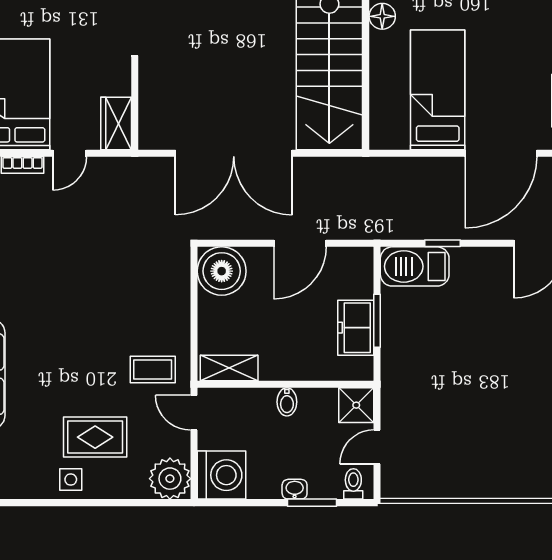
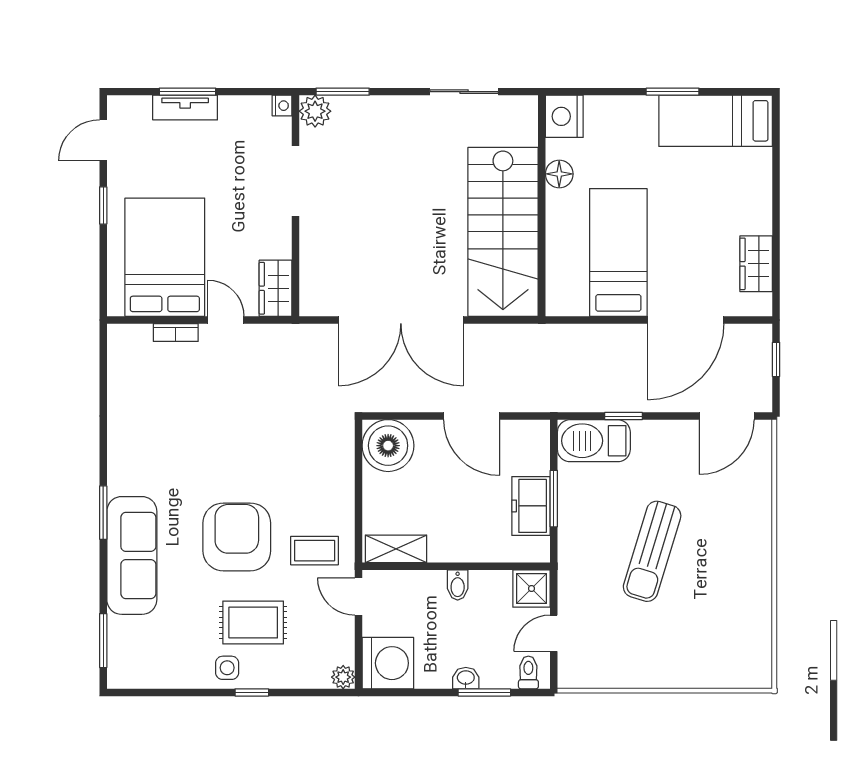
door: (70, 153) -> (226, 320), swing flipped
door: (300, 243) -> (472, 416), hinge flipped
armchair: (80, 357) -> (237, 537), added
sun lounger: (469, 370) -> (652, 551), added
plant: (170, 479) -> (343, 677), width x0.53, depth x0.53
window: (94, 503) -> (252, 692), added

